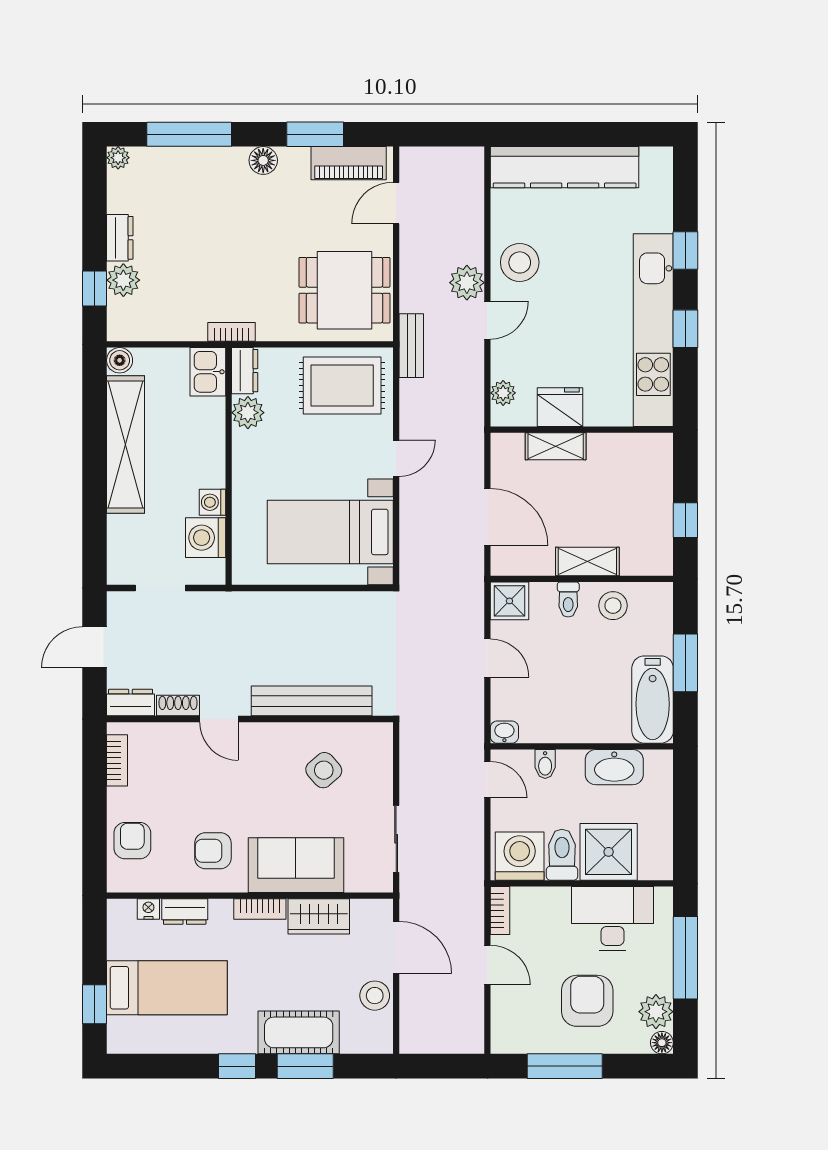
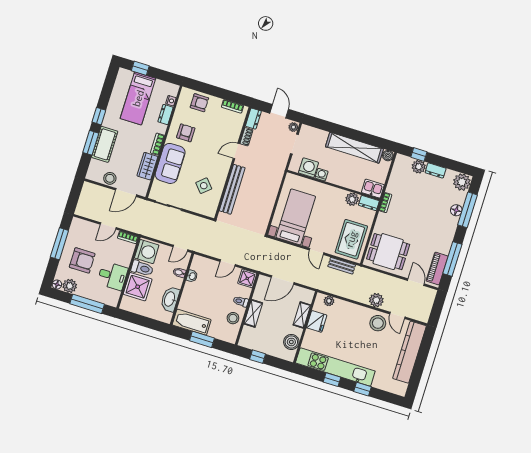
window: (315, 134) -> (452, 259), width x1.44
plant: (118, 158) -> (462, 182), width x1.88, depth x1.88
floor lamp: (263, 160) -> (456, 210), moved
dining table: (344, 290) -> (388, 252), turned 90
door: (487, 320) -> (397, 315), moved
bench: (411, 346) -> (342, 266), moved
boiler: (627, 451) -> (291, 342), added
plant: (121, 603) -> (293, 127), added
washbasin: (504, 732) -> (192, 276), moved
desk: (612, 919) -> (112, 276), width x0.73

